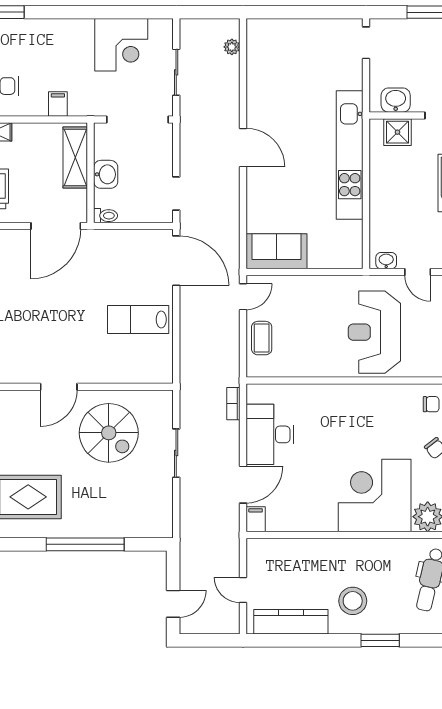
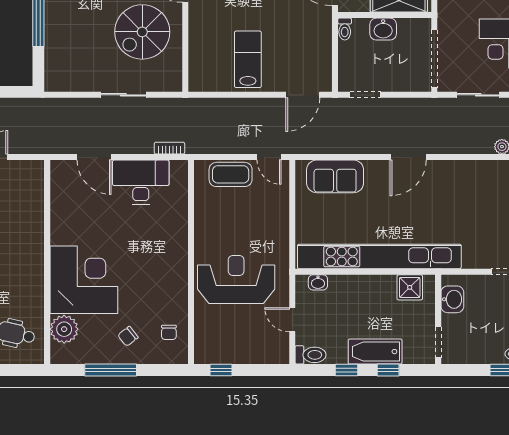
shower: (397, 132) -> (410, 287), moved
kitchen unit: (350, 155) -> (379, 256), width x1.36
sofa: (277, 251) -> (335, 176), moved, turned 90
door: (176, 261) -> (303, 95), width x0.73
washbasin: (386, 261) -> (318, 282), moved, turned 90
door: (418, 272) -> (292, 320), hinge flipped
coffee table: (262, 338) -> (231, 174), width x1.36, depth x1.30
filing cabinet: (256, 519) -> (62, 169), removed

